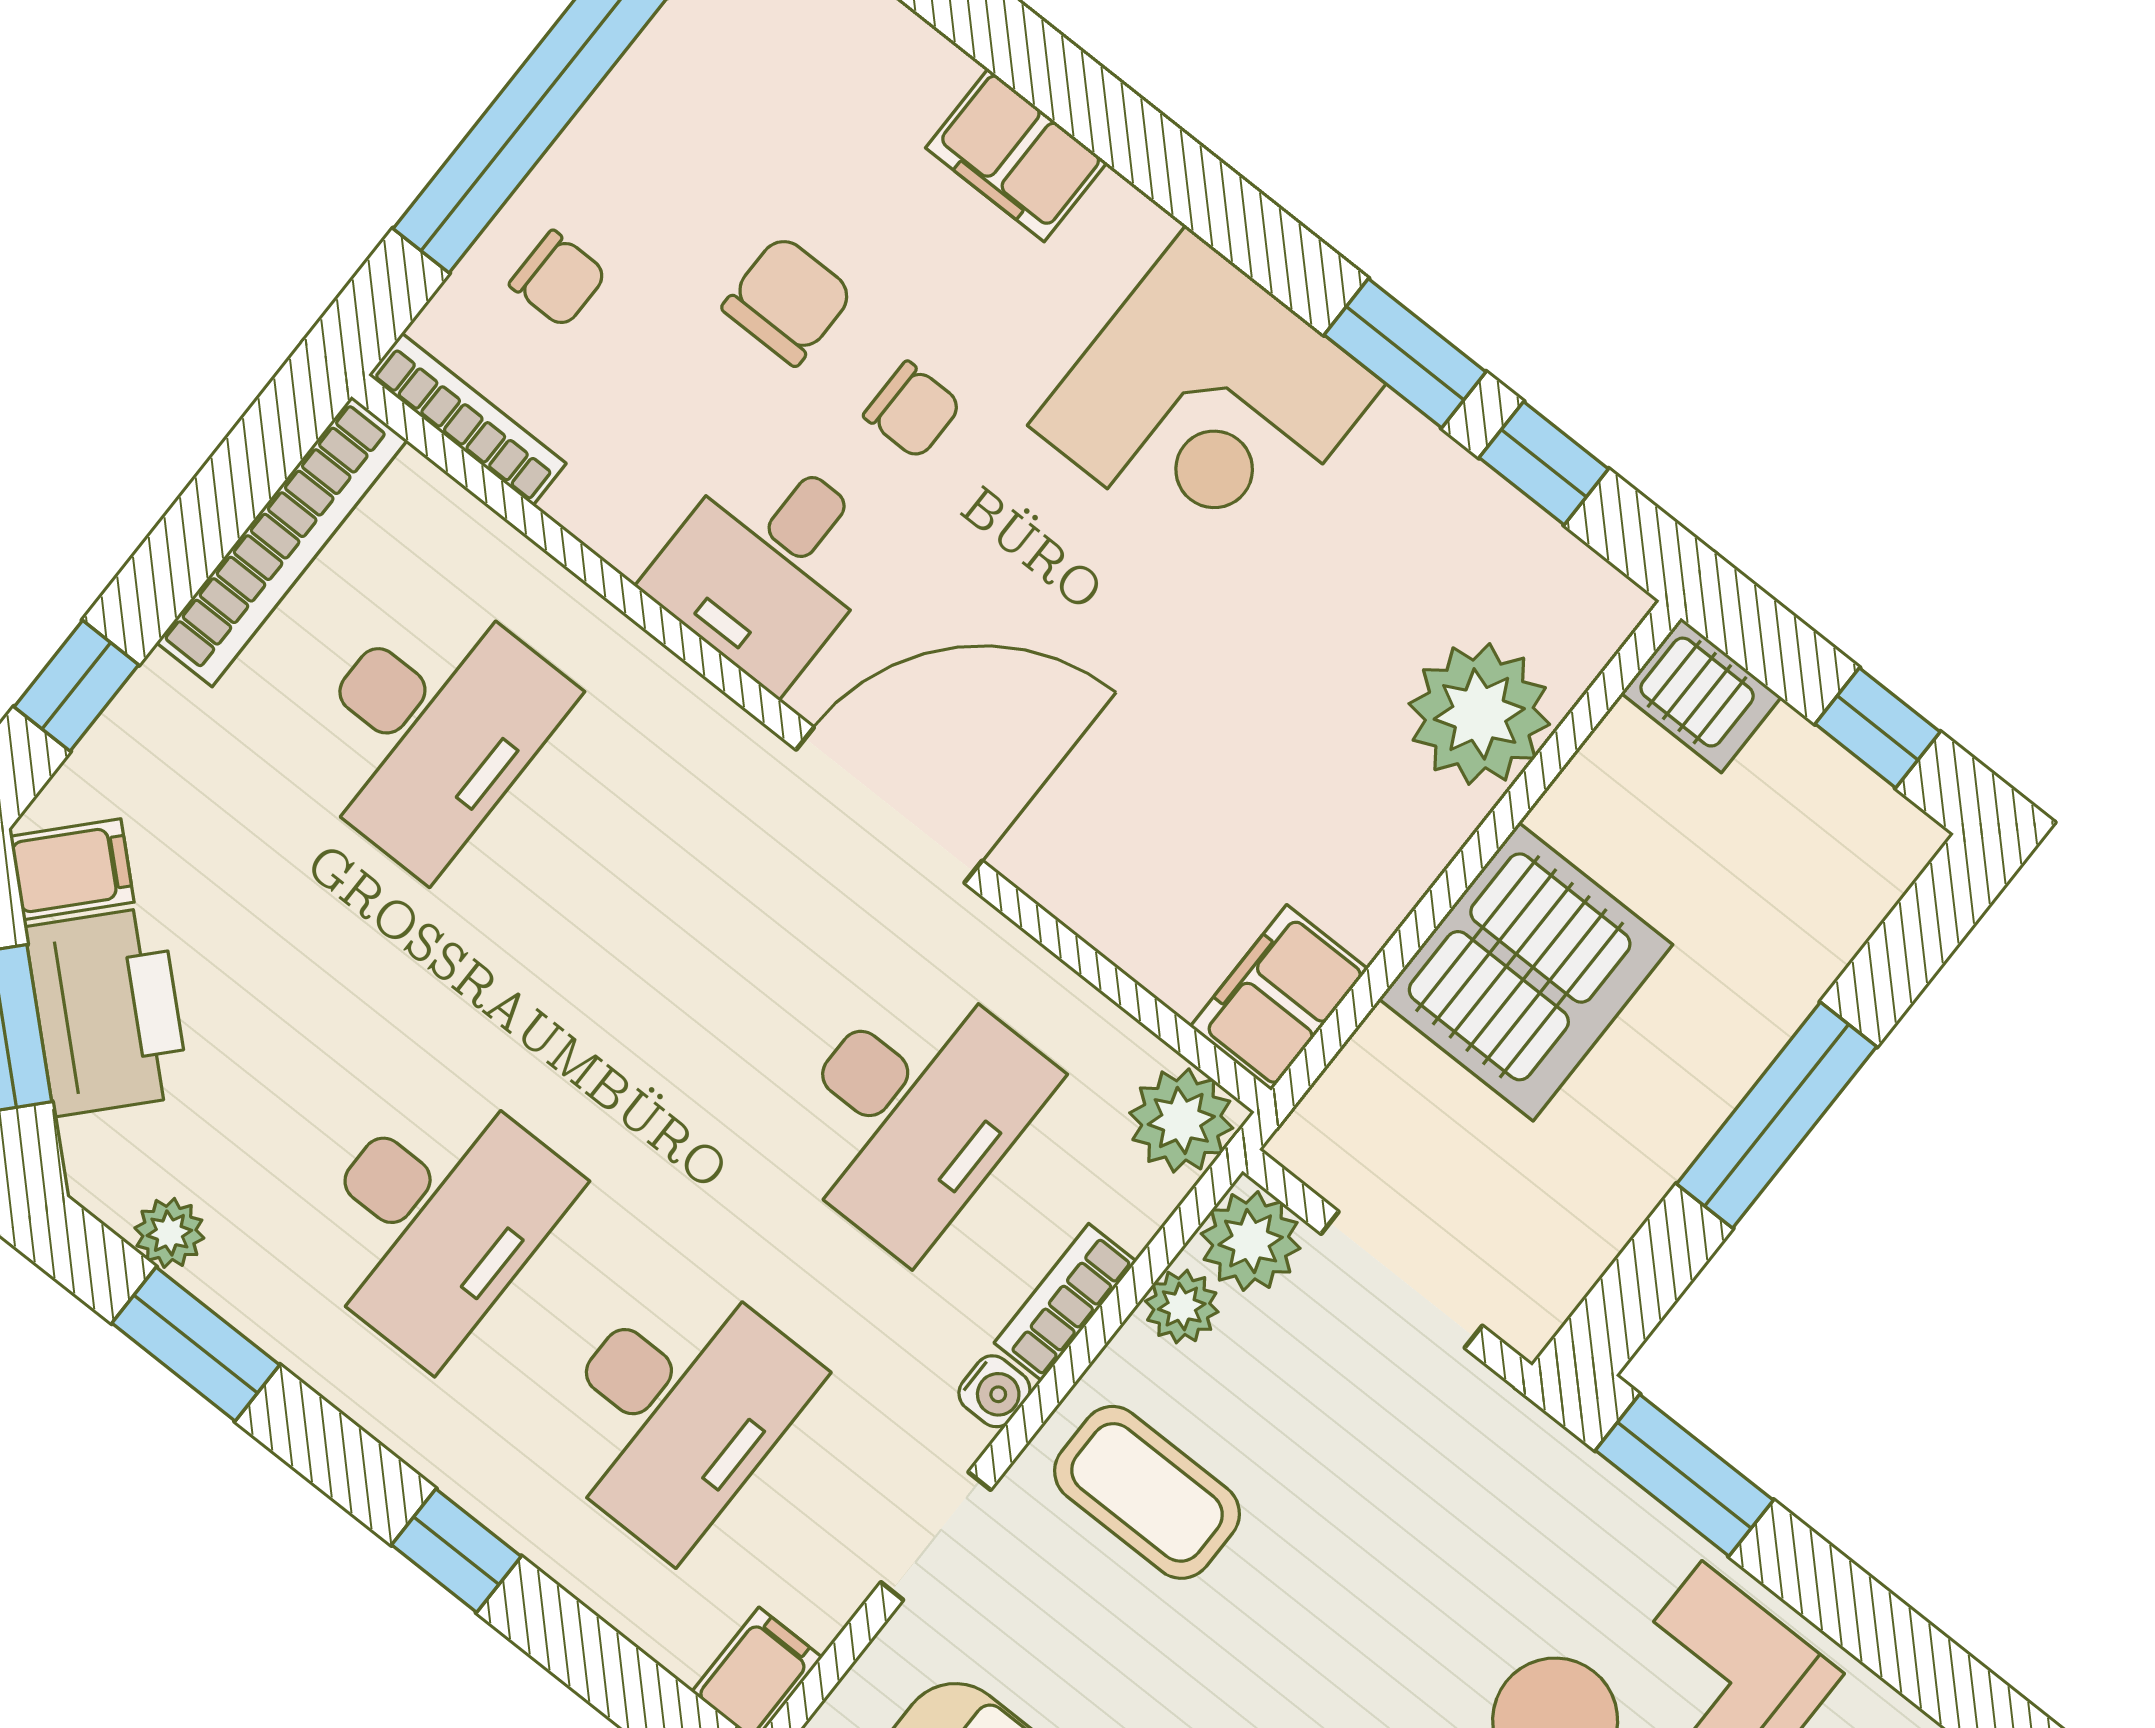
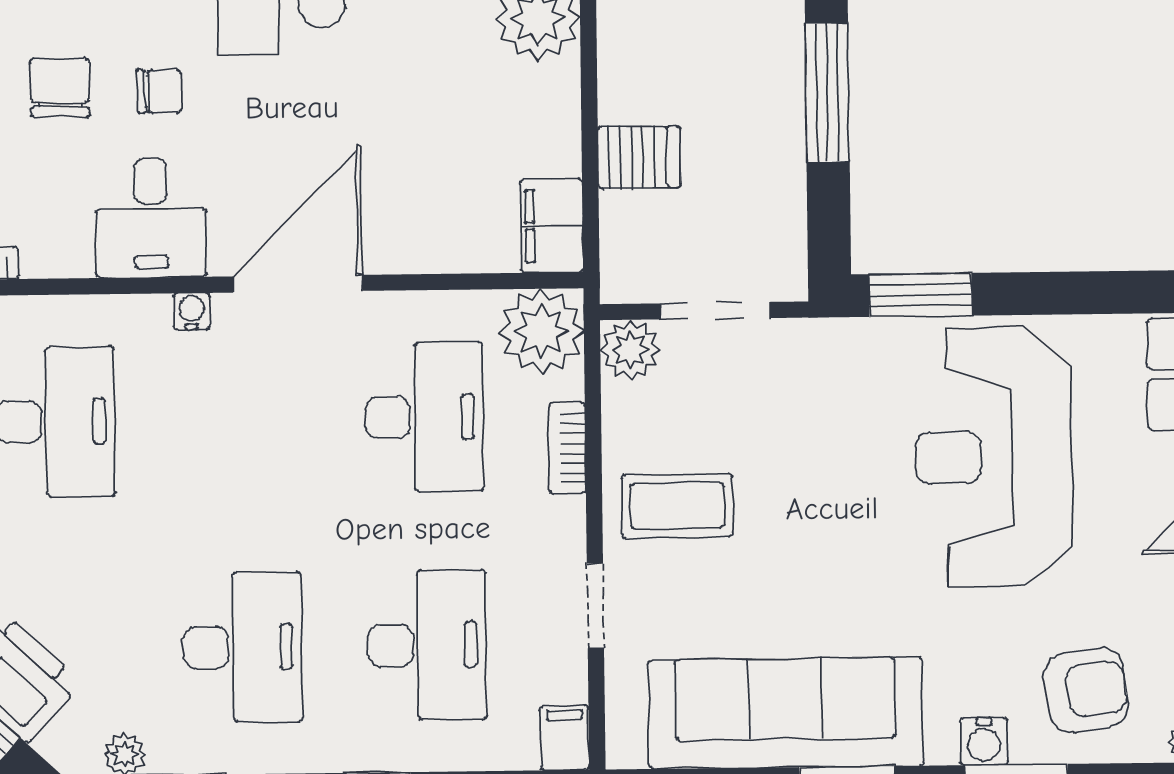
server rack: (1526, 972) -> (639, 157), width x0.46, depth x0.70
plant: (1181, 1120) -> (541, 331), width x1.36, depth x1.36
plant: (1182, 1307) -> (623, 406), removed
water cooler: (994, 1391) -> (191, 311), moved, turned -90

